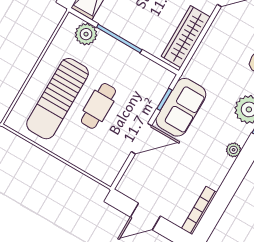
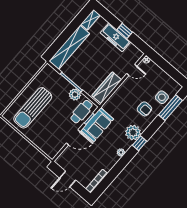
plant: (86, 34) -> (75, 94), moved
cafe table: (98, 106) -> (81, 112), moved

